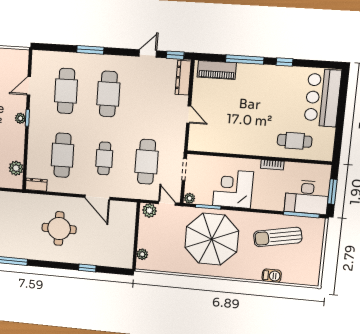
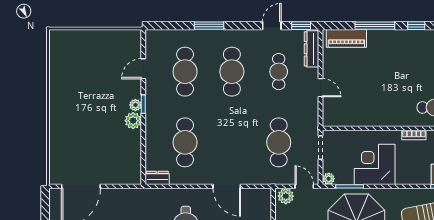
cafe table: (104, 158) -> (279, 72), moved
plant: (16, 168) -> (133, 121), moved

